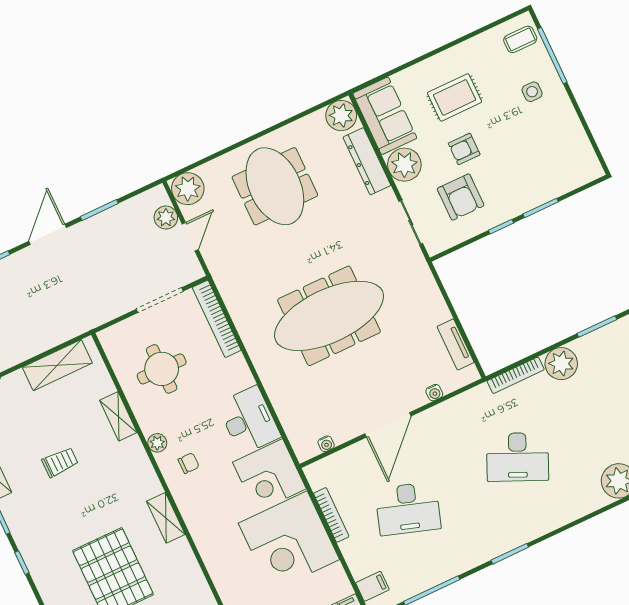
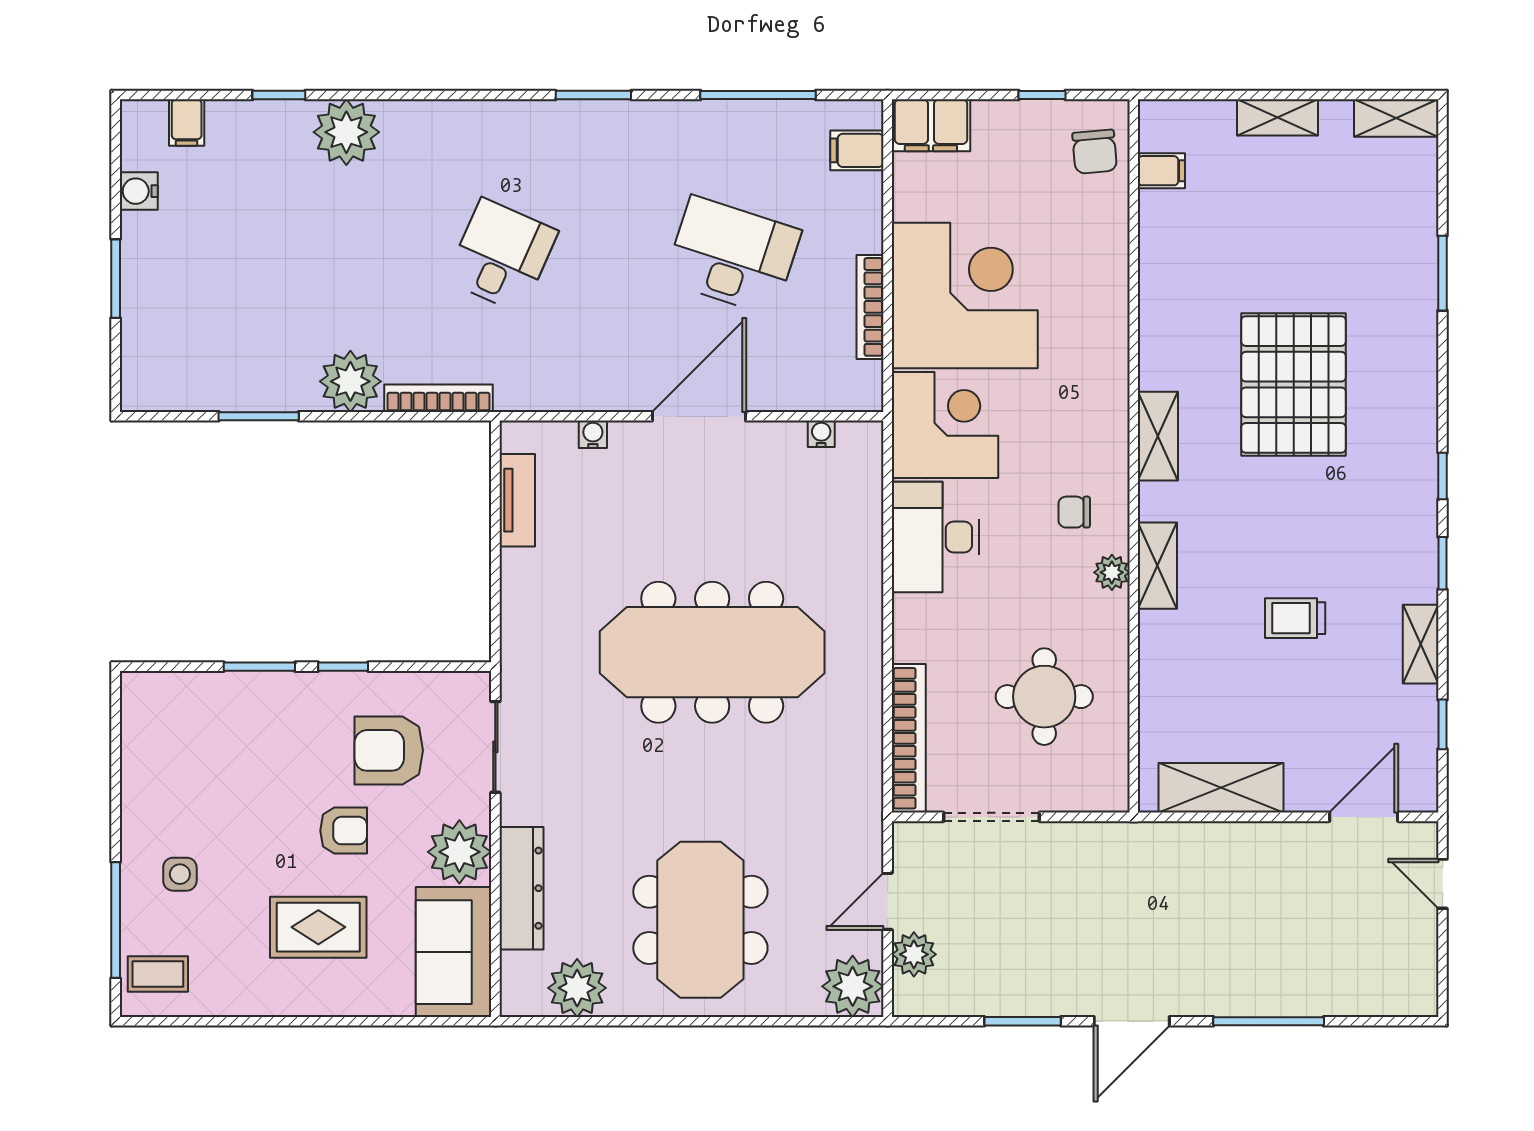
plant: (341, 116) -> (577, 988), moved
armchair: (461, 197) -> (389, 750), turned -90
shelving: (118, 416) -> (1157, 566), moved
desk: (518, 457) -> (502, 256), width x0.73

